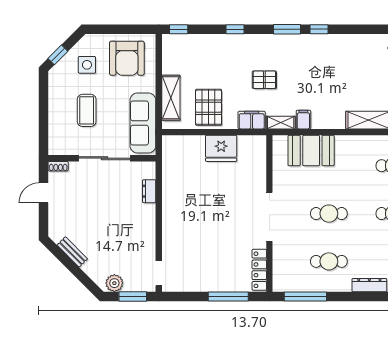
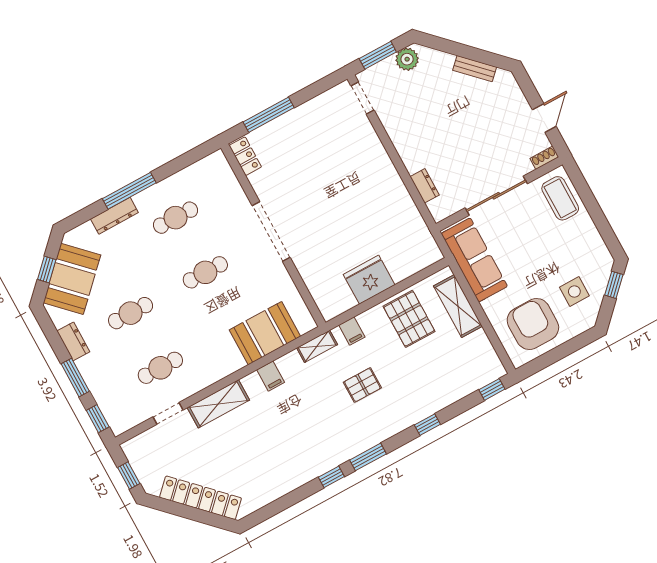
coffee table: (87, 110) -> (560, 198), moved
filing cabinet: (252, 120) -> (352, 331), width x0.50
filing cabinet: (303, 120) -> (271, 376), moved
locker: (259, 270) -> (245, 156), width x0.66
window: (305, 297) -> (129, 191), moved

